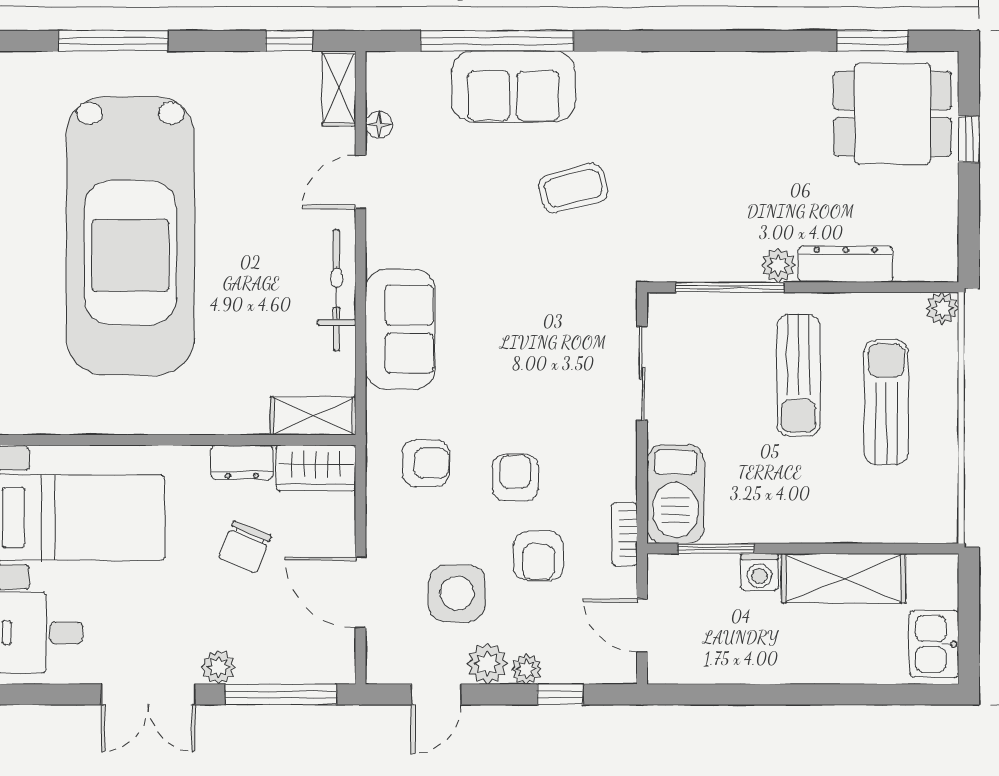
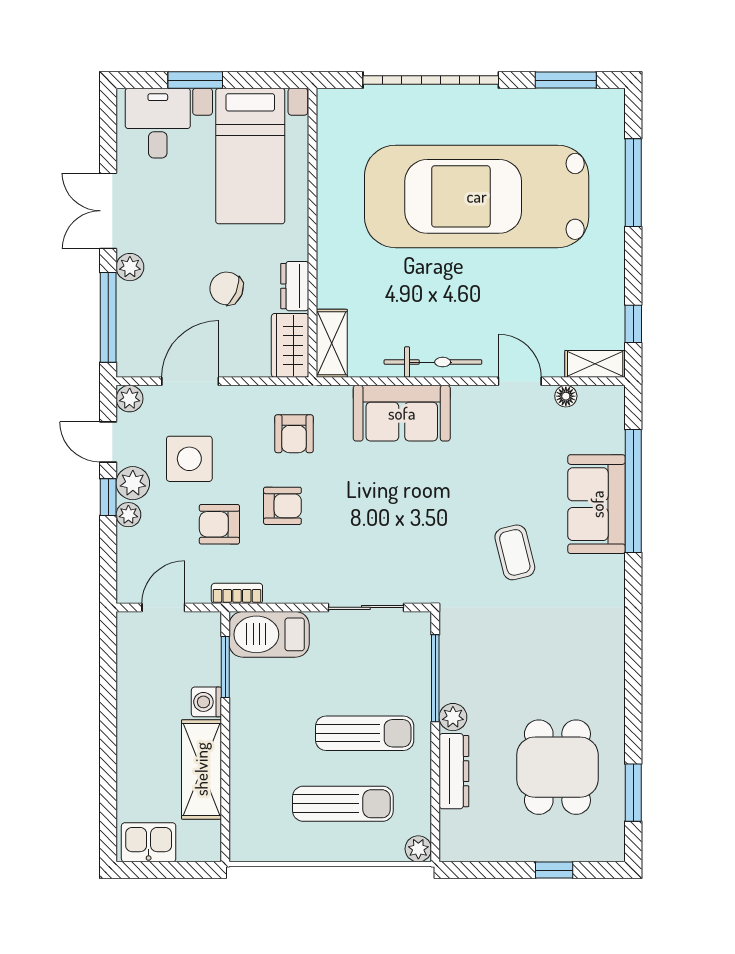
dining table: (892, 114) -> (557, 767), moved
sun lounger: (798, 375) -> (365, 733), turned 180
plant: (382, 668) -> (130, 399), added
window: (560, 694) -> (108, 497), moved

